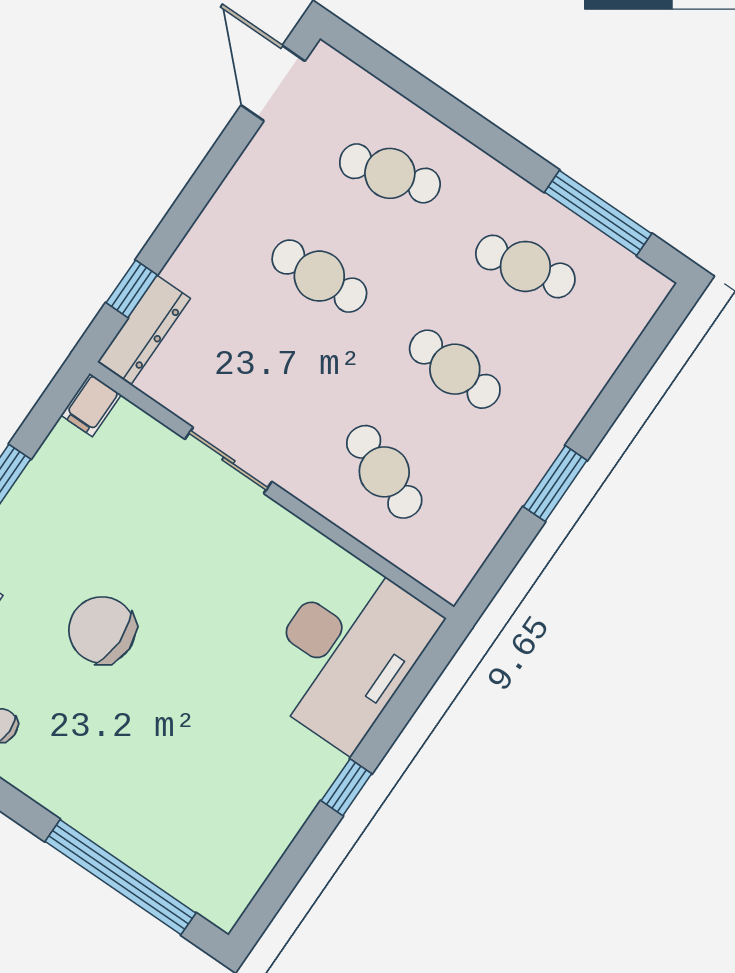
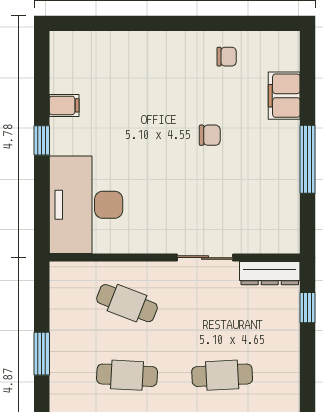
dresser: (144, 330) -> (270, 273), moved, turned -90
filing cabinet: (91, 405) -> (64, 105), moved, turned 90
chair: (102, 630) -> (210, 135), width x0.54, depth x0.54
window: (121, 877) -> (120, 23), removed

